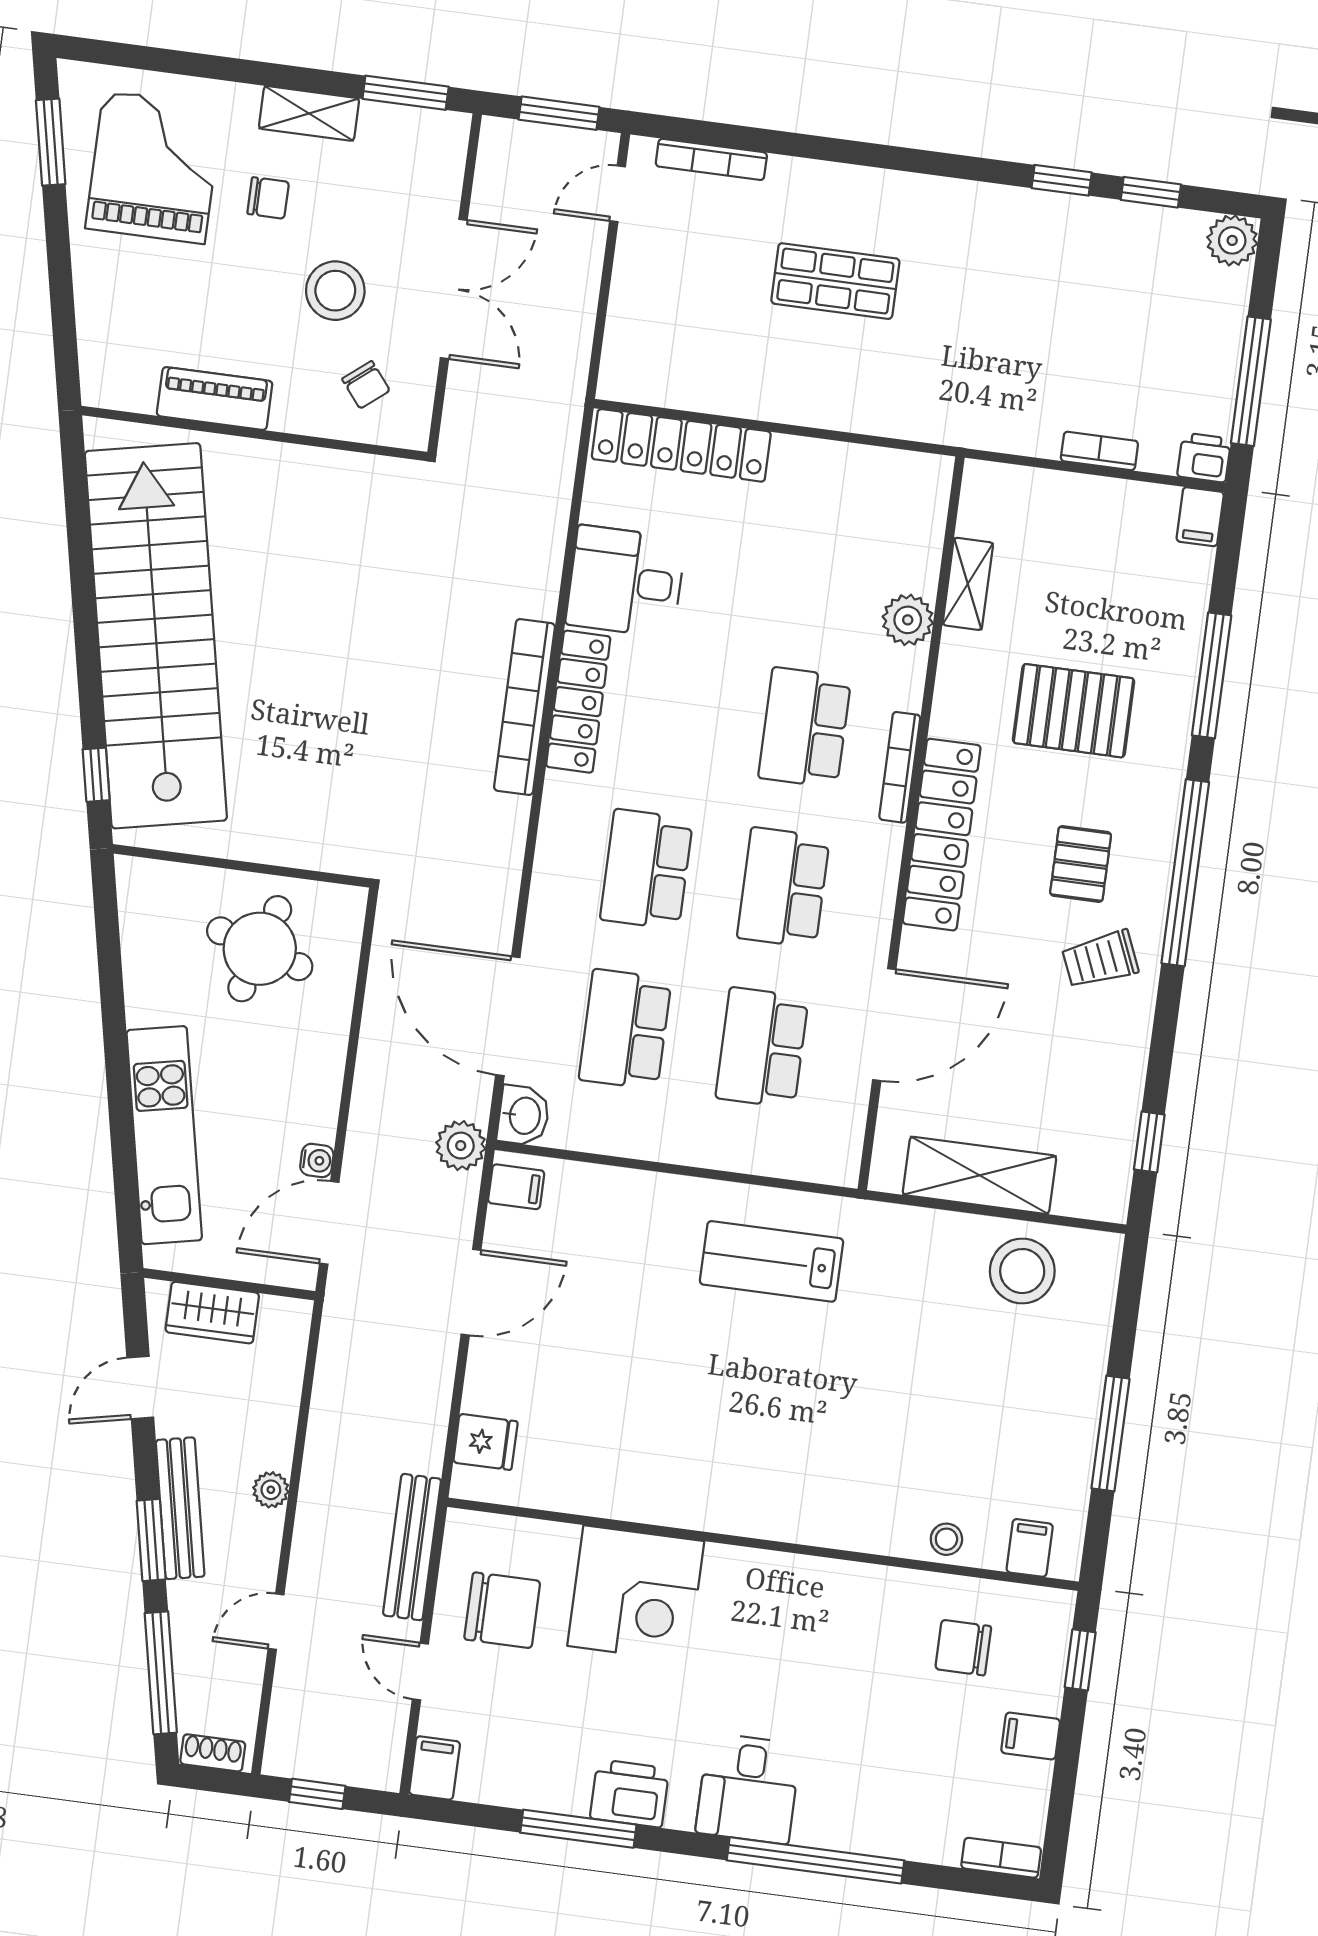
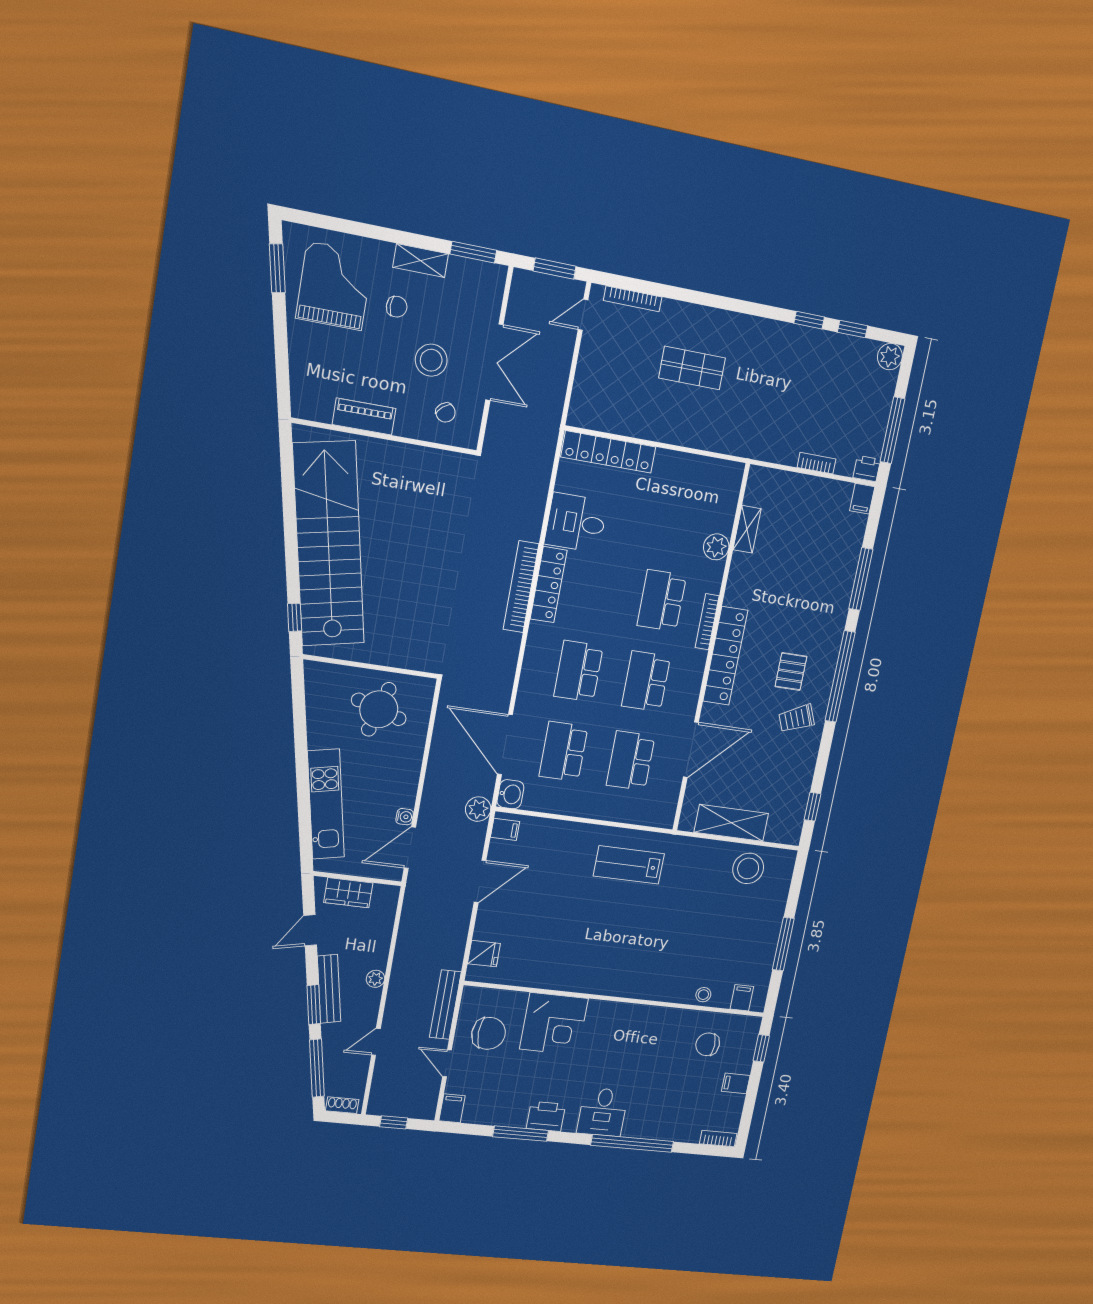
pallet: (1074, 711) -> (794, 595), removed

